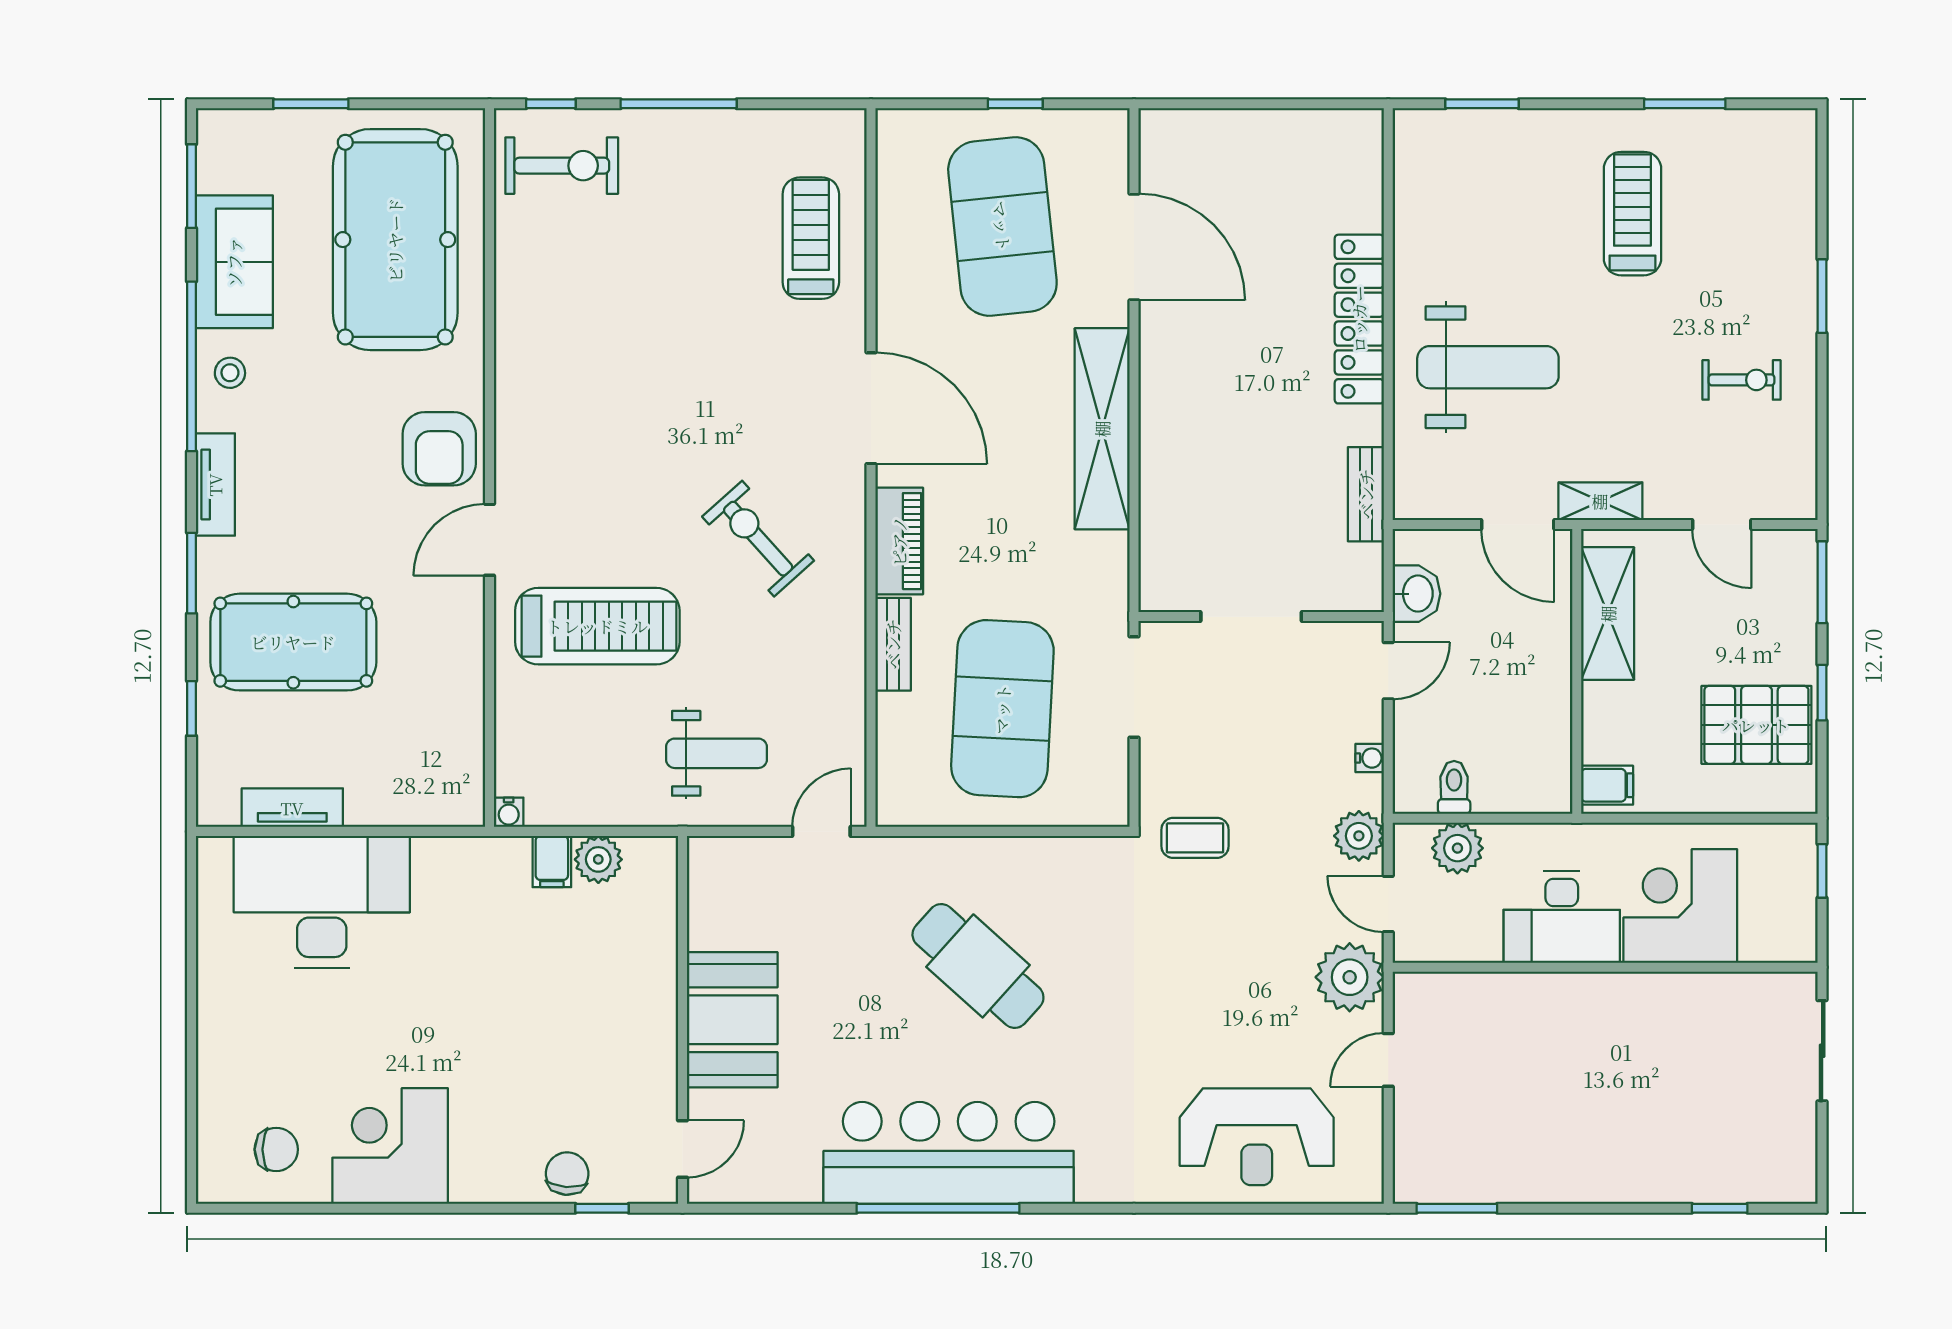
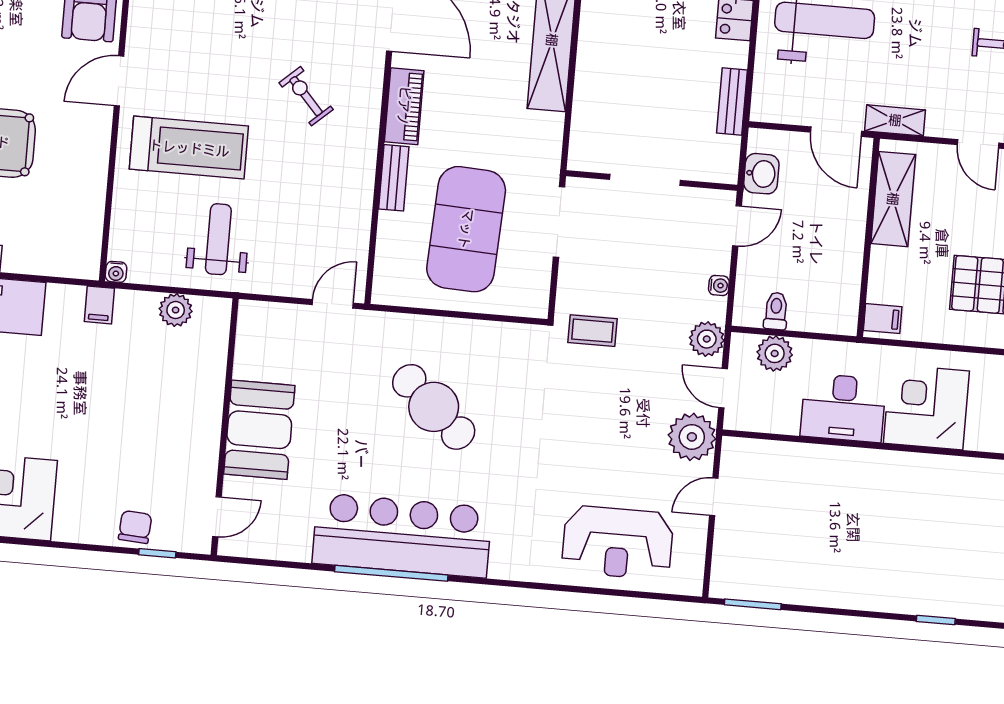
exercise bike: (758, 539) -> (306, 96), width x0.73, depth x0.72
weight bench: (716, 753) -> (218, 239), moved, turned -90
filing cabinet: (552, 861) -> (99, 305), moved

